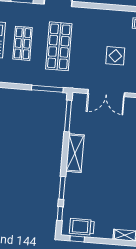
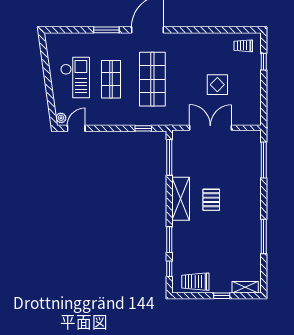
window: (47, 89) -> (143, 128), width x0.46
double door: (106, 93) -> (210, 128), swing flipped
pallet: (102, 156) -> (211, 200), added
window: (77, 239) -> (222, 296), moved

